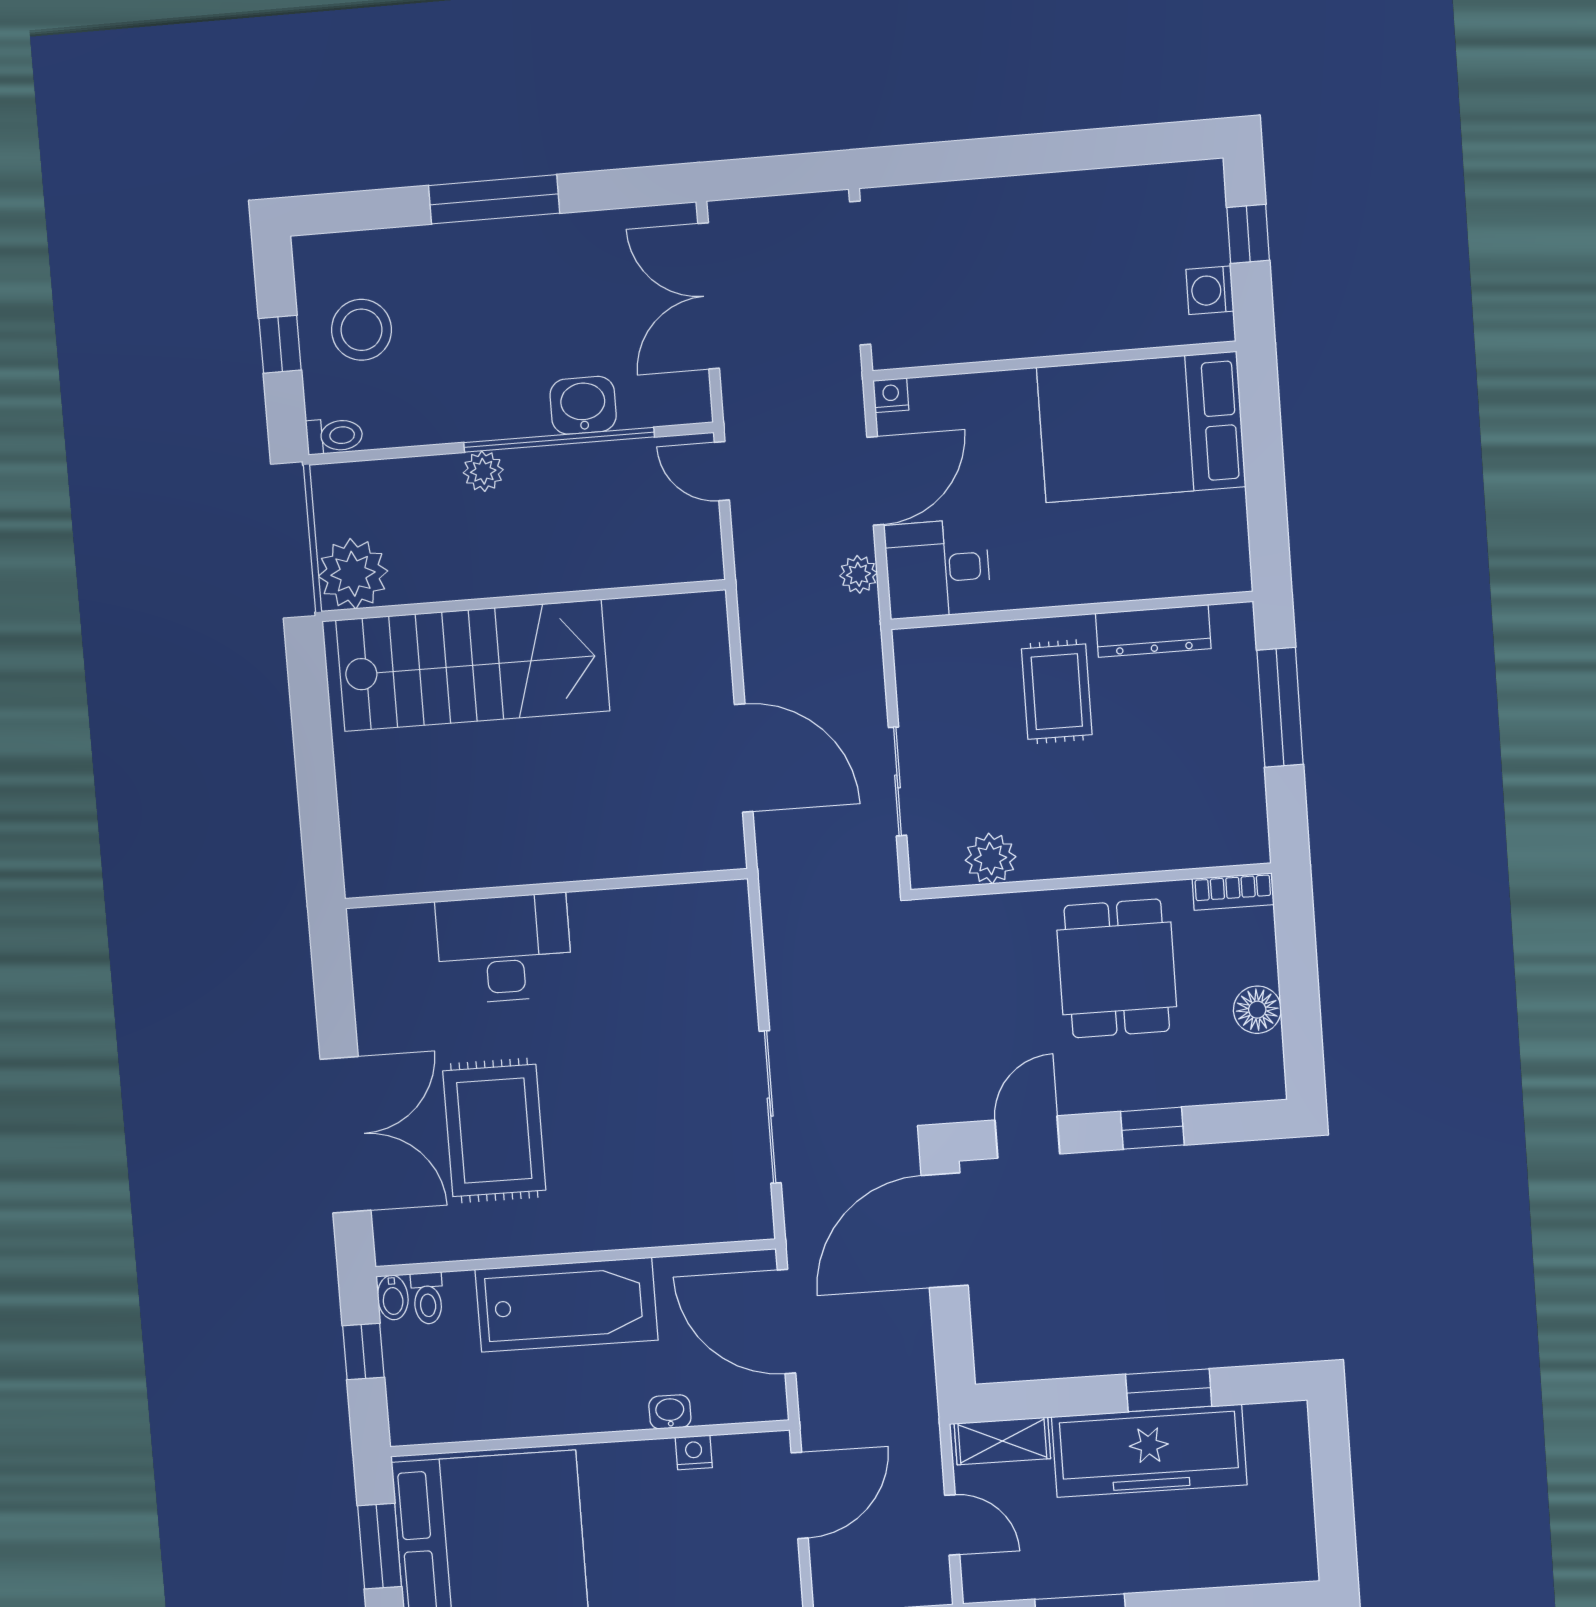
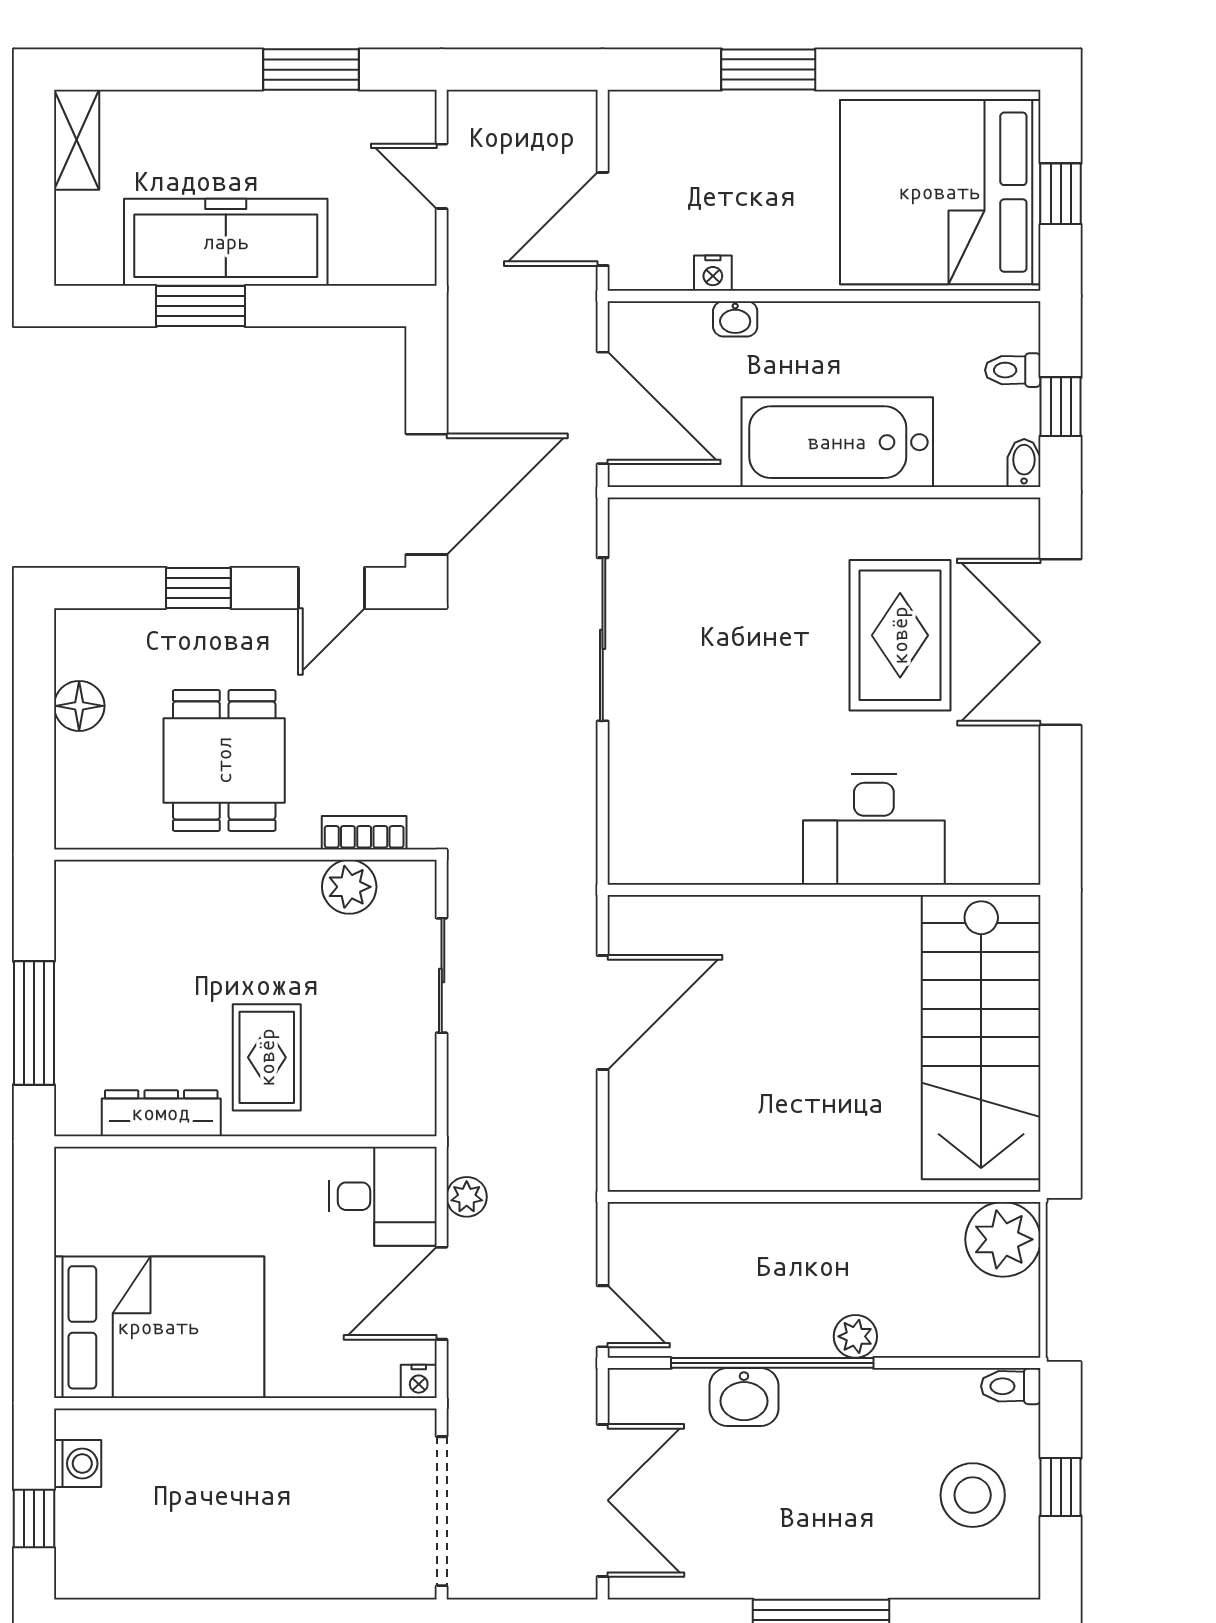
stairs: (473, 665) -> (981, 1037), moved, turned -90
door: (744, 758) -> (603, 1013), swing flipped
bookcase: (1233, 892) -> (364, 833), moved
toilet: (428, 1298) -> (1013, 370), moved, turned -90
shelving: (1002, 1441) -> (77, 140), moved, turned 90
window: (380, 1546) -> (1061, 194), width x0.67

